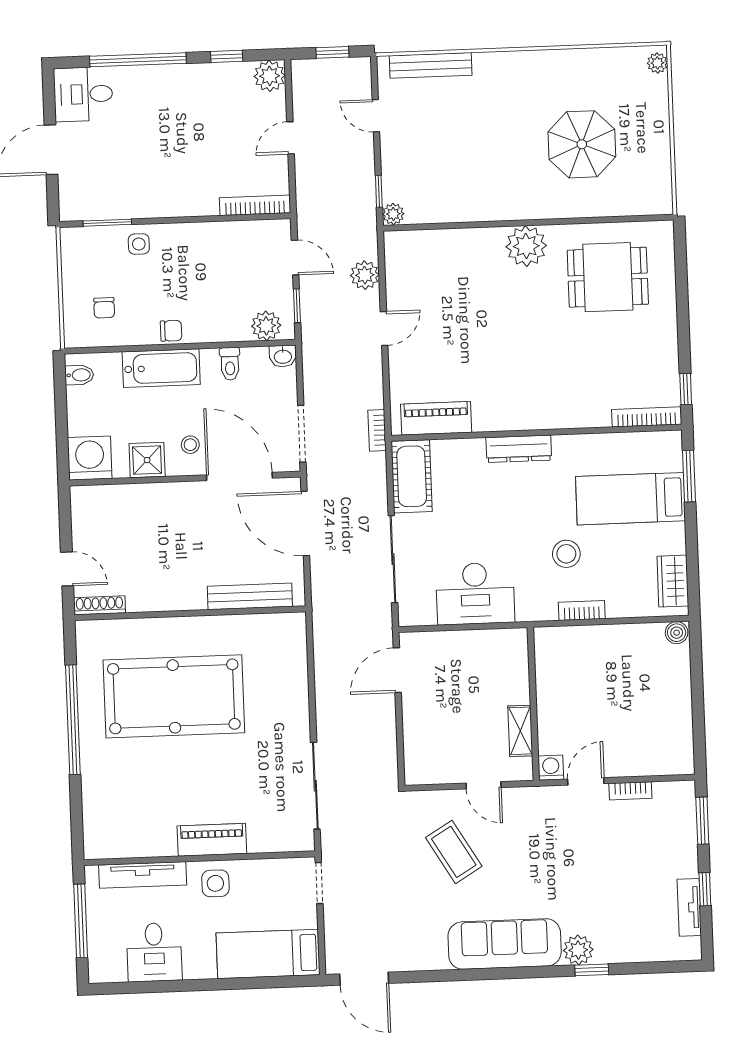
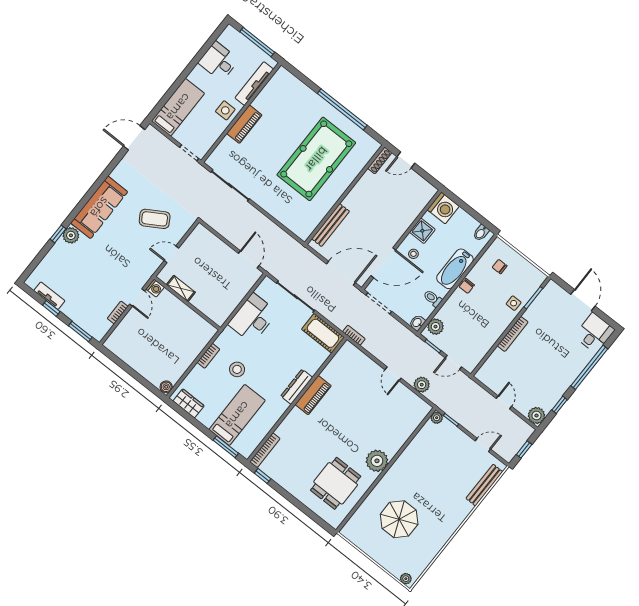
bookcase: (255, 205) -> (513, 334), moved
piano: (436, 418) -> (313, 395), moved

